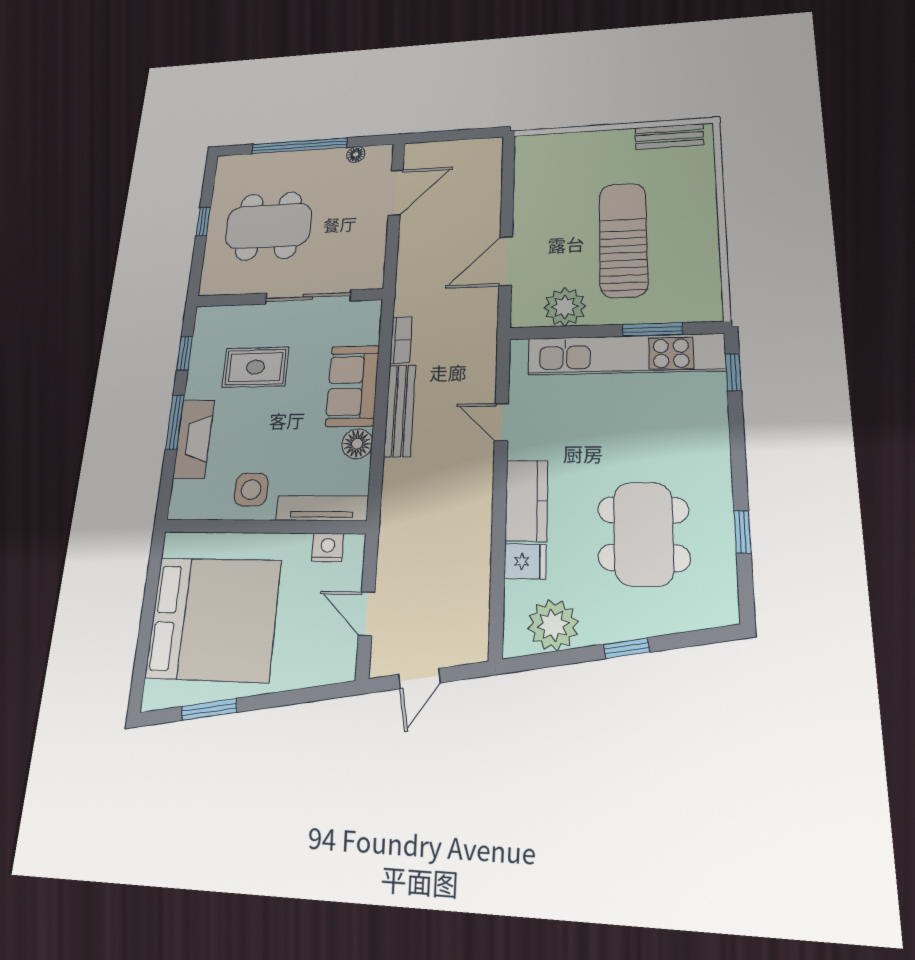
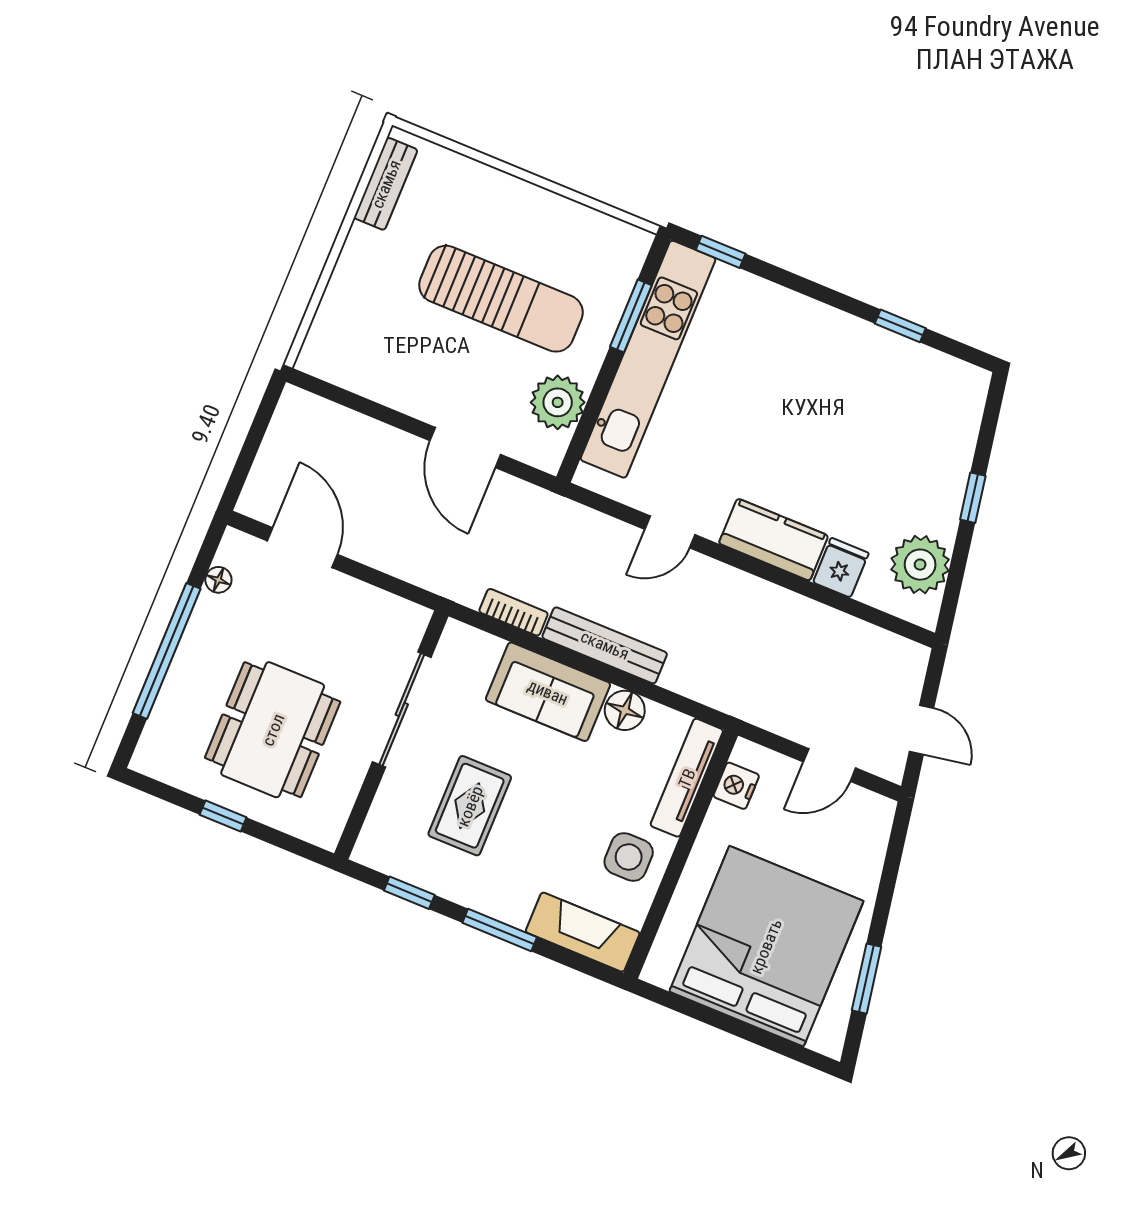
sun lounger: (623, 240) -> (501, 299), turned 180
fireplace: (194, 439) -> (583, 932), moved
dining table: (643, 534) -> (861, 429), removed

